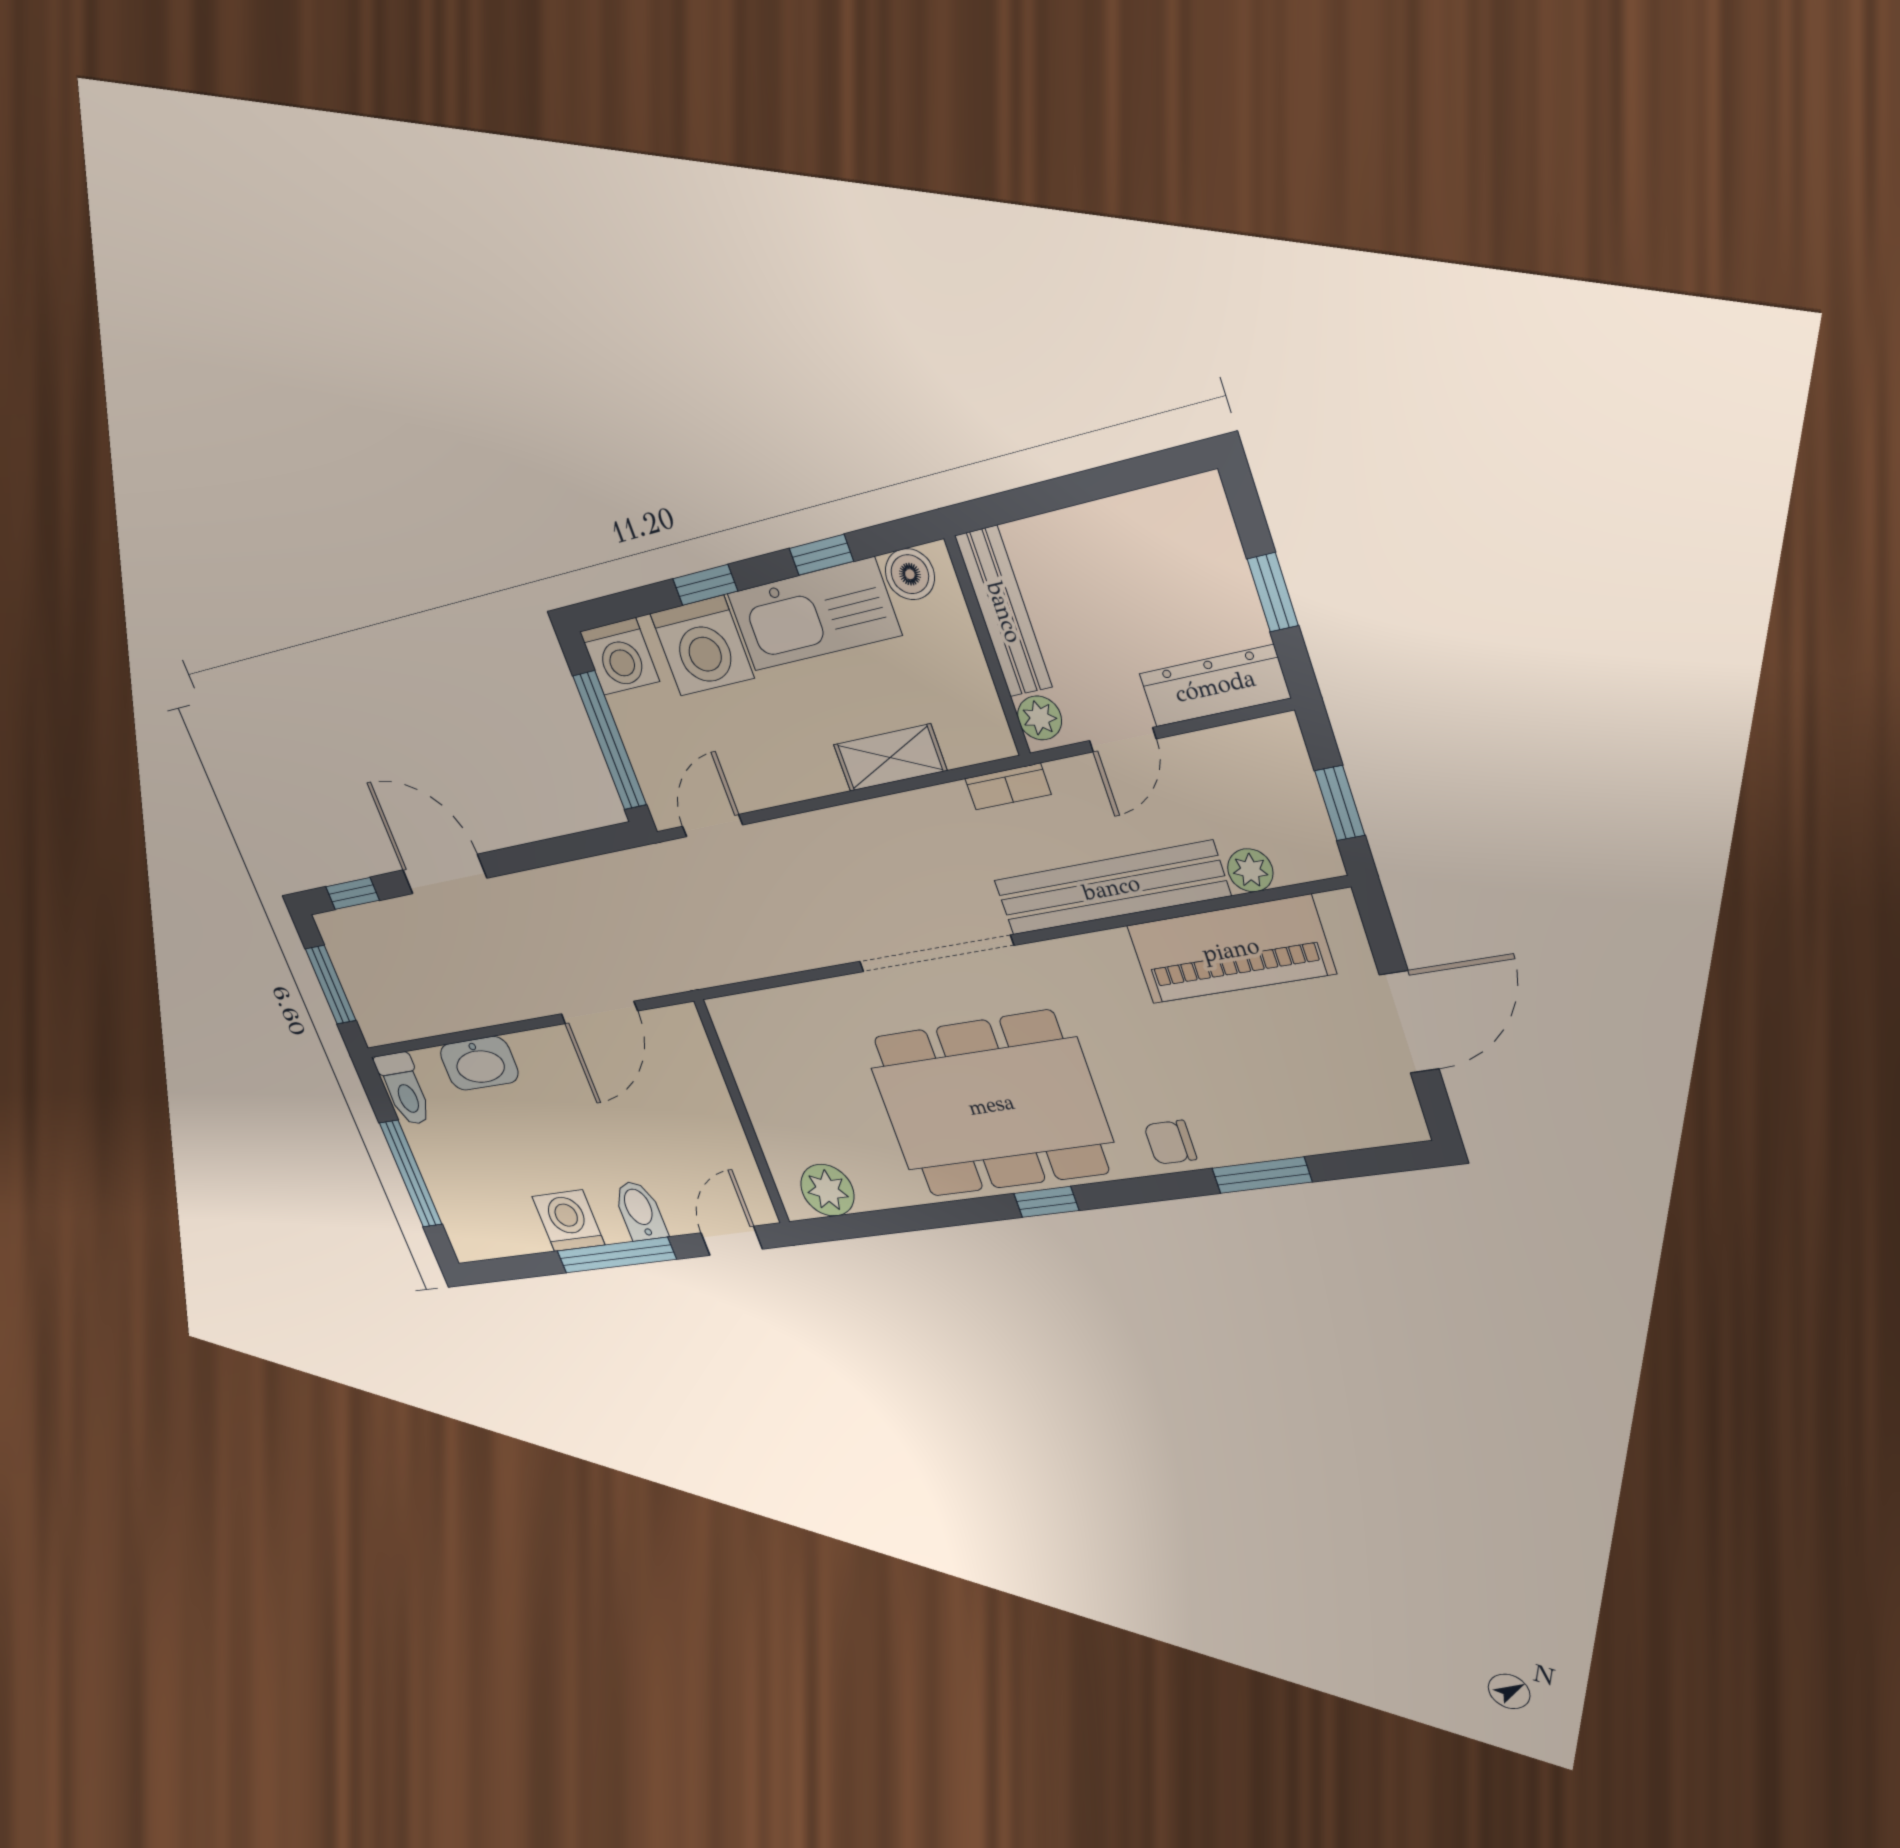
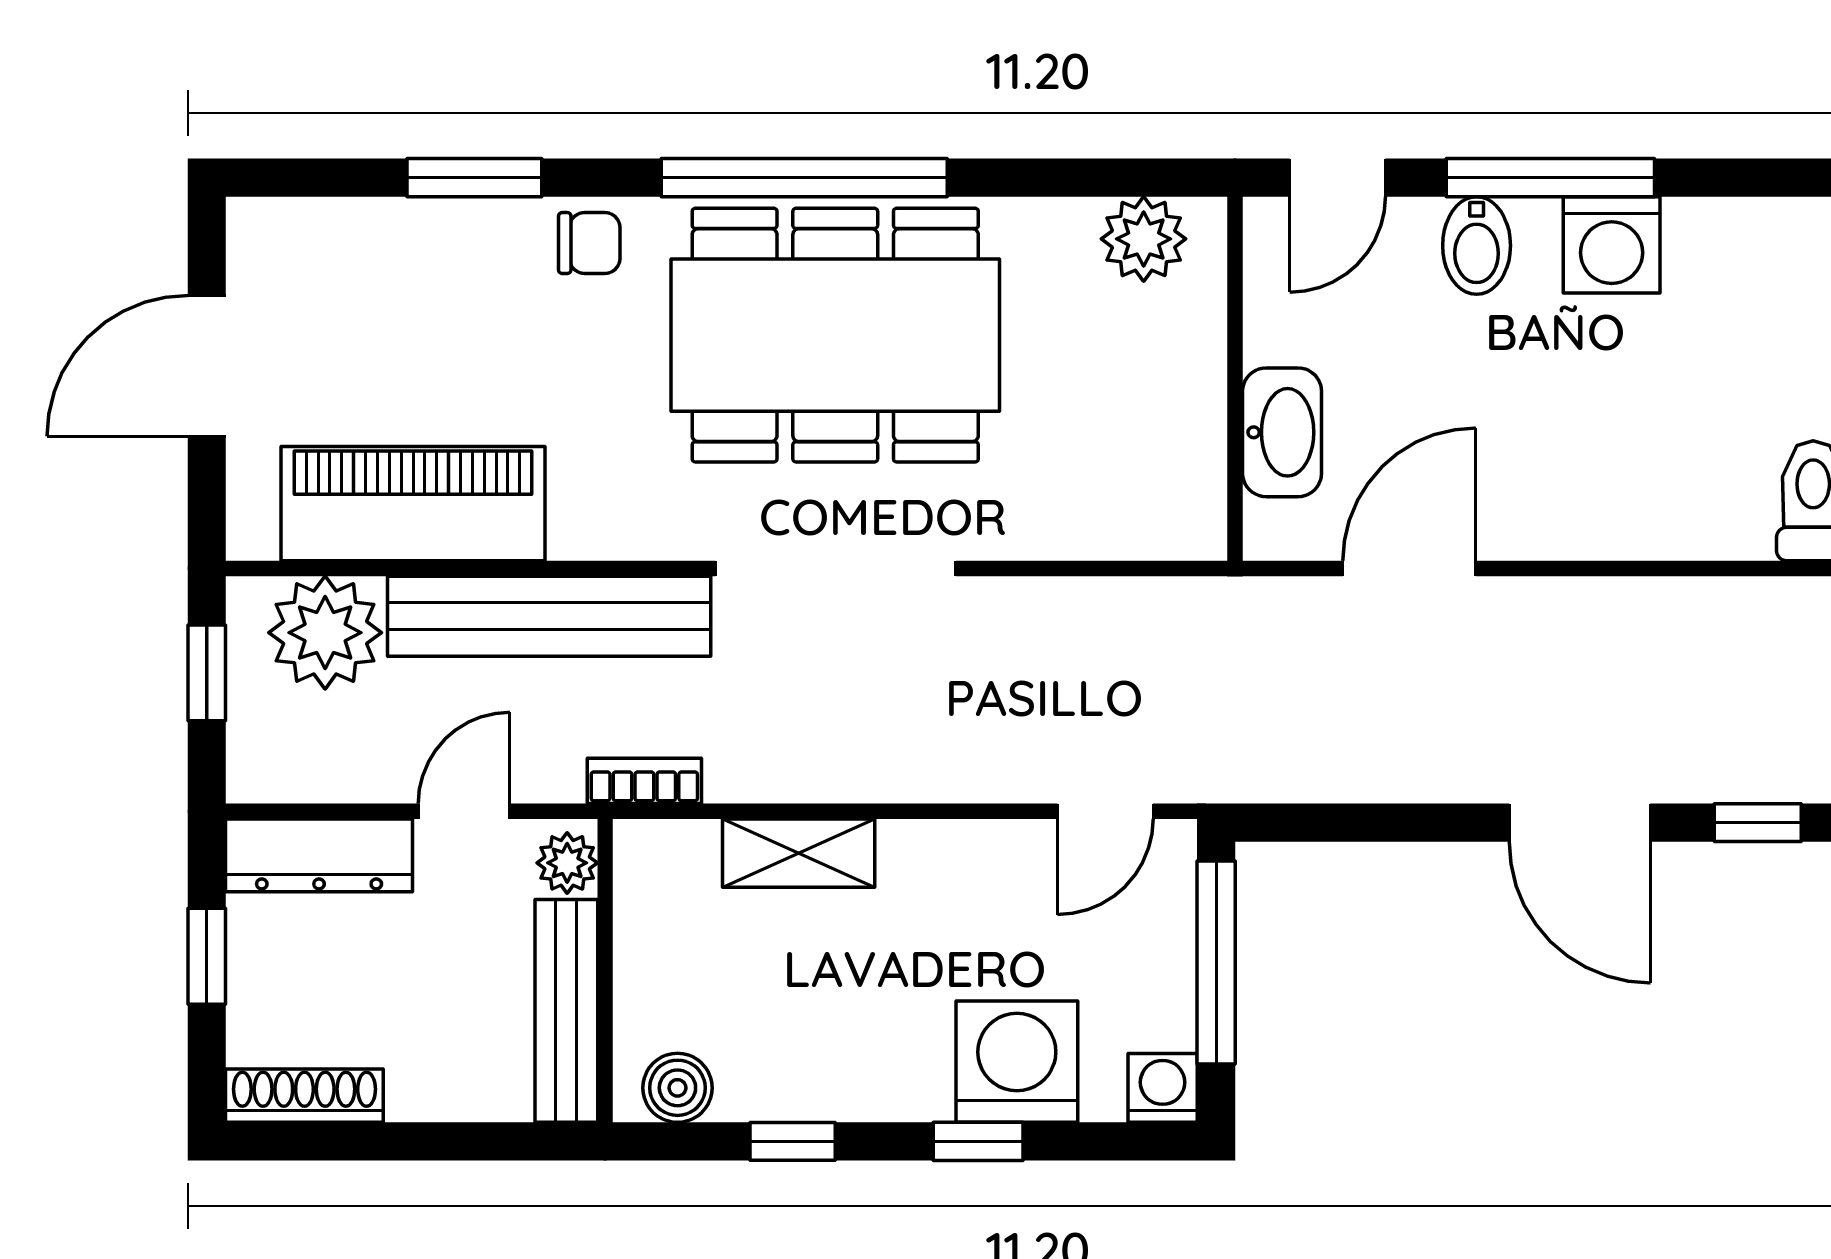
shoe rack: (1167, 503) -> (304, 1096), added
kitchen sink: (814, 614) -> (834, 1067), removed
washing machine: (620, 656) -> (1163, 1088), width x0.73, depth x0.73
plant: (1250, 870) -> (325, 633), width x1.87, depth x1.87
washbasin: (479, 1063) -> (1282, 432), moved, turned 90
window: (1046, 1202) -> (804, 178), width x3.17

